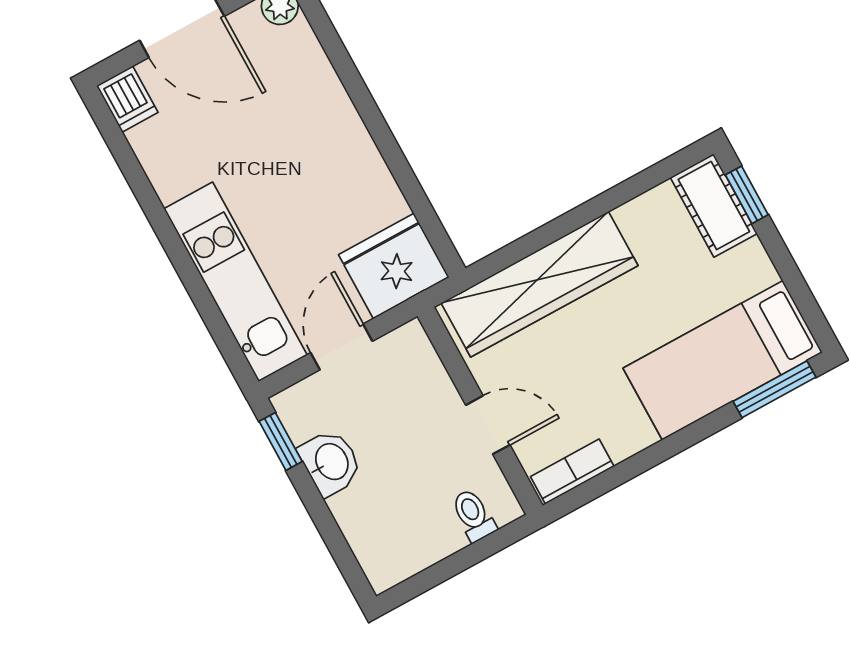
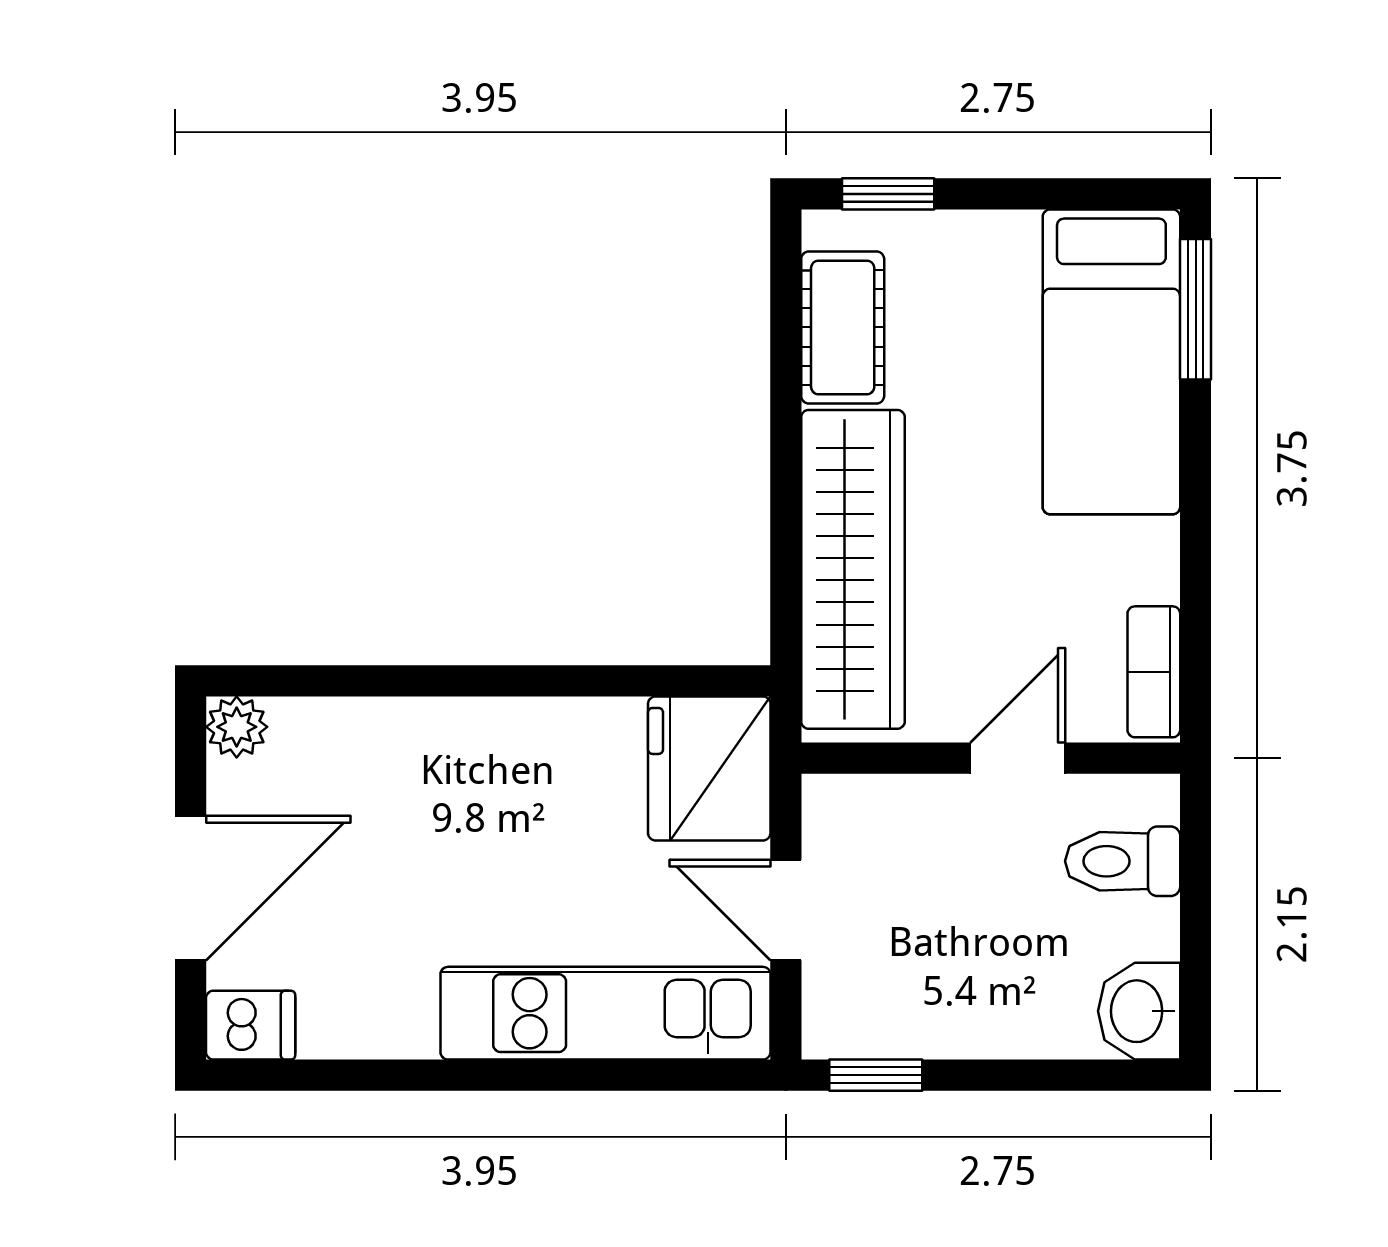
cot: (714, 205) -> (843, 327), moved, turned 90
washbasin: (331, 462) -> (1139, 1011), moved, turned -90
toilet: (473, 515) -> (1123, 861), width x1.37, depth x1.39

